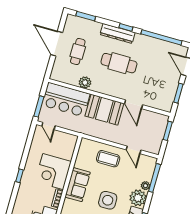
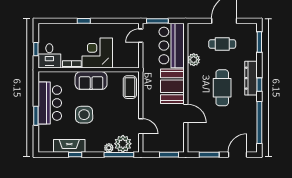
door: (134, 104) -> (186, 114), swing flipped
door: (134, 150) -> (141, 126), swing flipped
coffee table: (108, 159) -> (130, 87), moved
plant: (138, 198) -> (123, 144), moved

